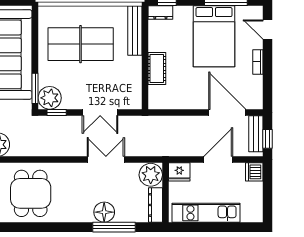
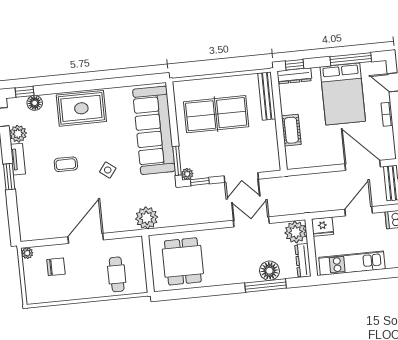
dresser: (160, 13) -> (294, 76), width x1.44
plant: (50, 98) -> (187, 174), width x0.53, depth x0.53
floor lamp: (104, 212) -> (269, 271), moved

